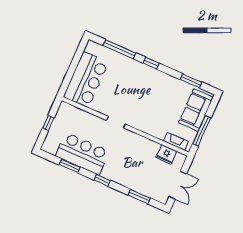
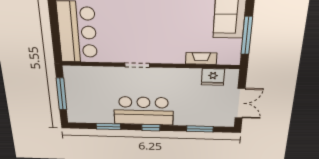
window: (48, 123) -> (61, 94), width x2.17
fireplace: (176, 141) -> (201, 59), moved
bar counter: (83, 154) -> (144, 111), moved

